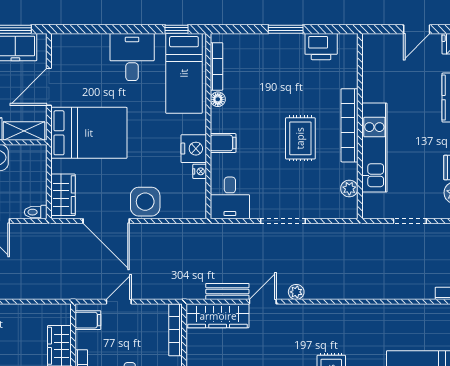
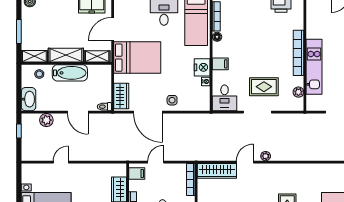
rug: (300, 138) -> (264, 87), moved, turned 90
side table: (145, 202) -> (172, 100), width x0.54, depth x0.54
bench: (227, 291) -> (223, 156), removed

